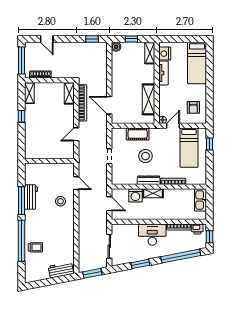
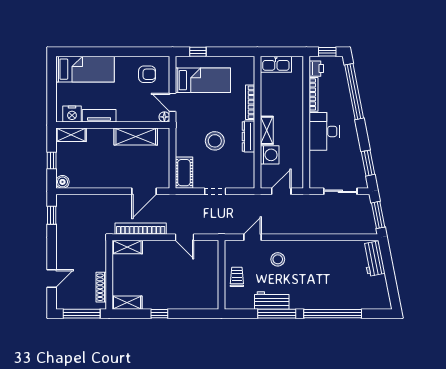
cot: (138, 134) -> (184, 173), moved
trolley: (35, 247) -> (237, 277), moved
window: (140, 264) -> (368, 163), moved

